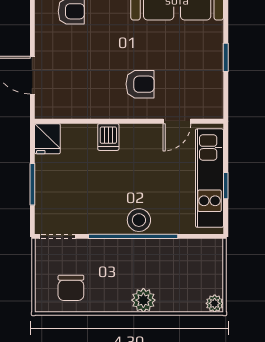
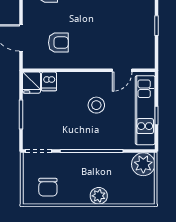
armchair: (140, 84) -> (58, 43), moved
dishwasher: (108, 137) -> (49, 81), moved
stool: (139, 220) -> (96, 105), moved
plant: (215, 303) -> (143, 164), moved, width x1.88, depth x1.88

